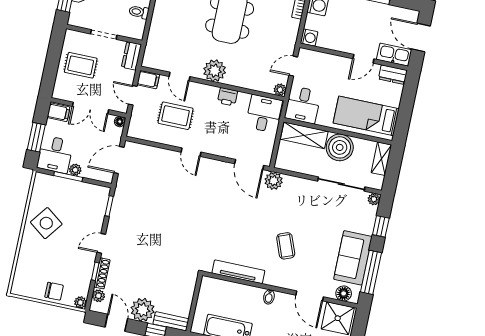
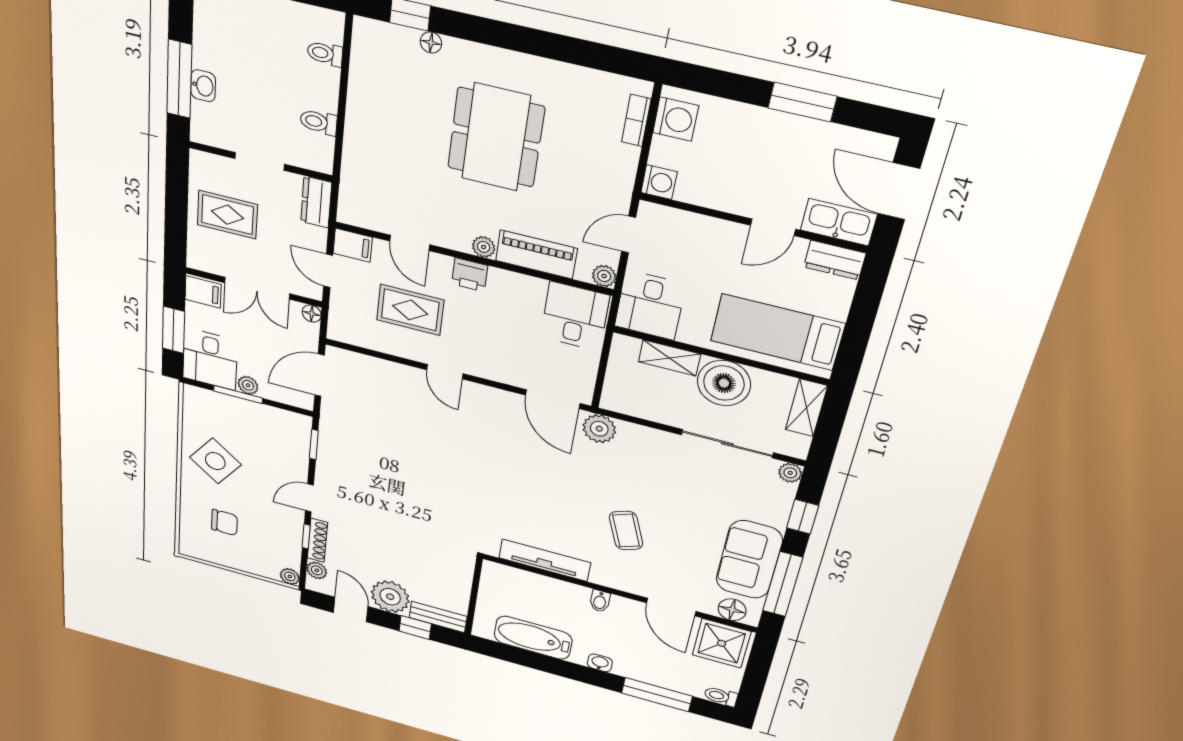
plant: (215, 71) -> (484, 247), width x0.53, depth x0.53
piano: (246, 80) -> (536, 254), added
printer: (228, 97) -> (470, 275), moved
shelving: (304, 135) -> (669, 358), width x0.67, depth x0.75
chair: (54, 291) -> (224, 522), moved

